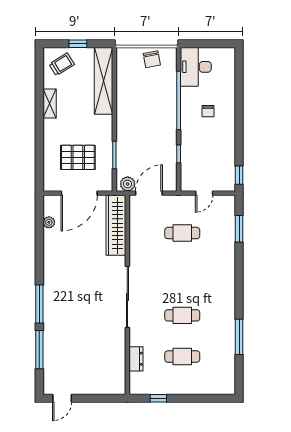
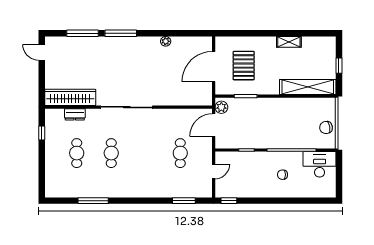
trolley: (62, 64) -> (322, 52), removed
door: (79, 193) -> (214, 67), hinge flipped
door: (149, 193) -> (214, 125), swing flipped
door: (204, 193) -> (214, 171), swing flipped
plant: (49, 222) -> (166, 41), moved
wardrobe: (116, 225) -> (70, 97), moved

